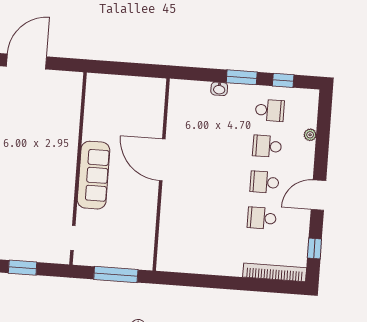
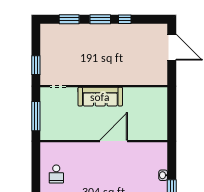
school desk: (206, 250) -> (56, 174), added
window: (23, 268) -> (36, 65), moved

